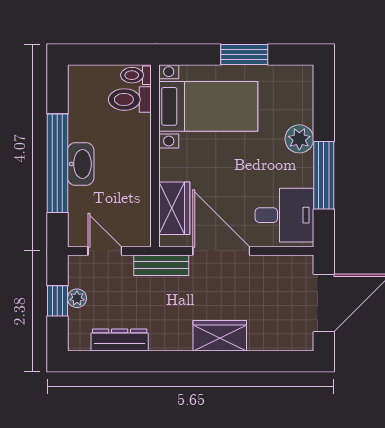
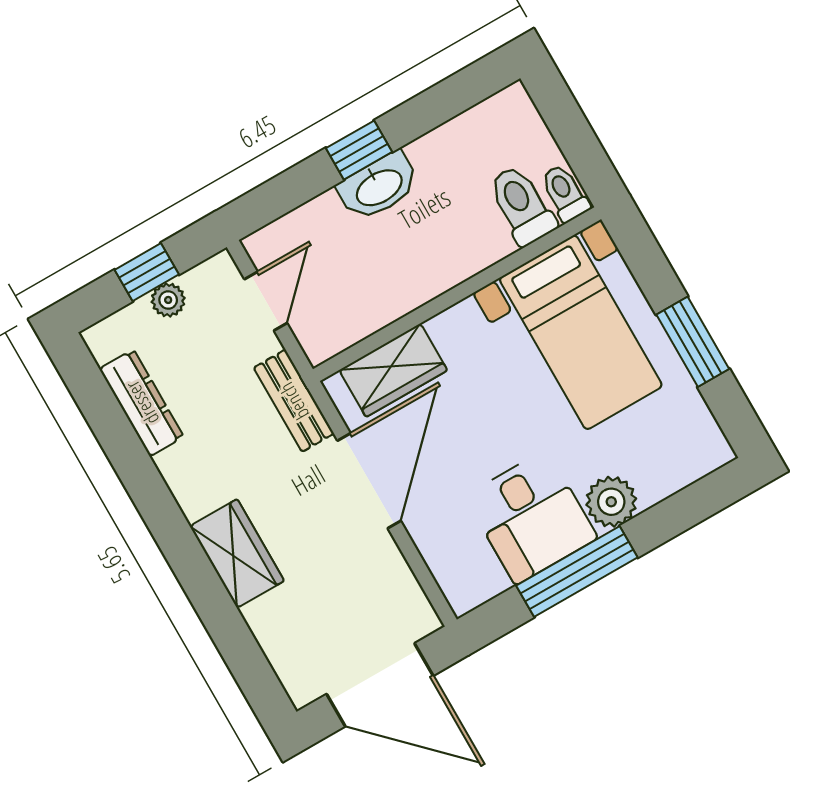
window: (57, 163) -> (359, 150), width x0.32
desk: (284, 215) -> (531, 517), moved

